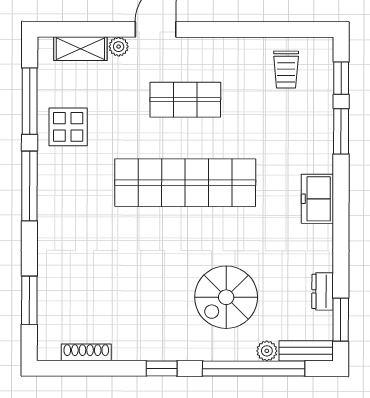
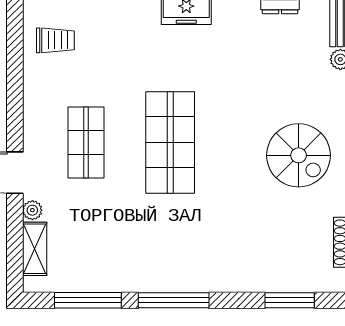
display table: (68, 127) -> (114, 261), removed
shop shelf: (185, 183) -> (170, 142), width x0.71
spiral stairs: (226, 297) -> (299, 155), moved

